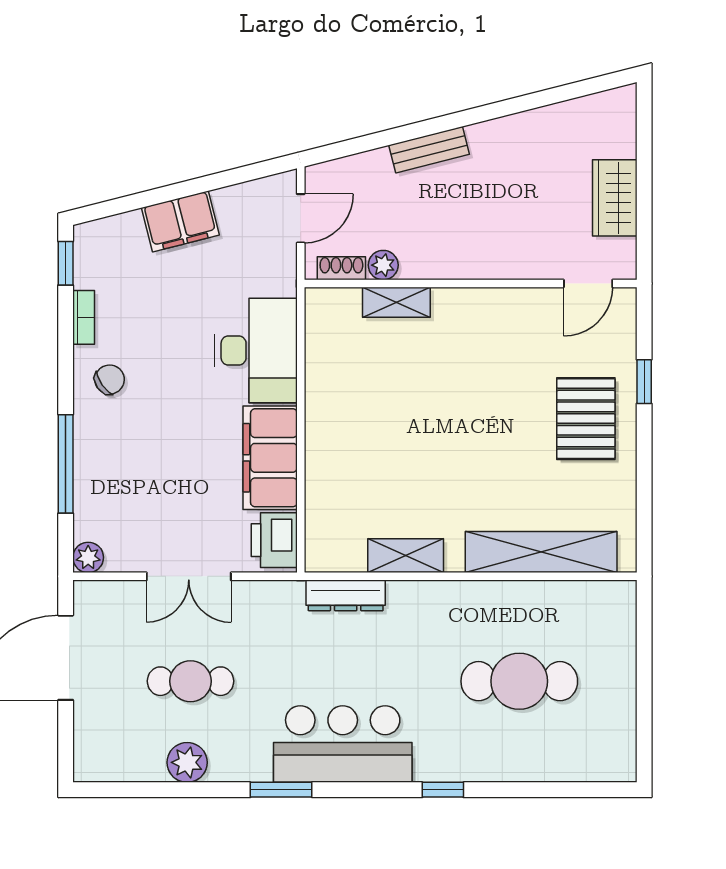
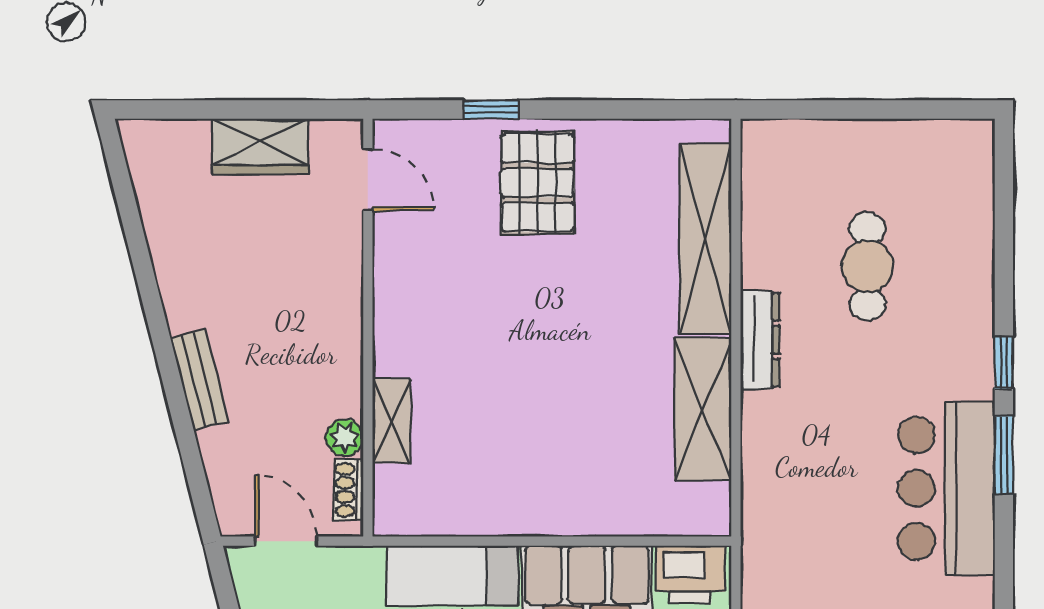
pallet: (586, 419) -> (538, 183), turned 90
shelving: (406, 556) -> (703, 409), width x1.50, depth x1.33
dresser: (346, 595) -> (760, 340), moved
cafe table: (519, 681) -> (868, 266), width x0.73, depth x0.74
window: (281, 790) -> (1004, 455), moved

